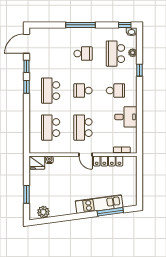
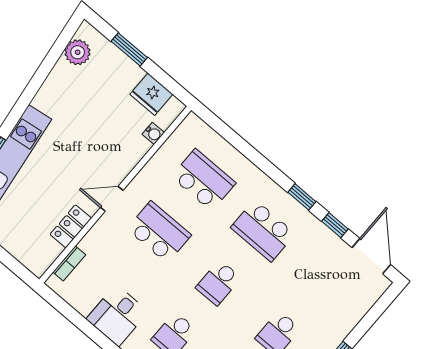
school desk: (51, 91) -> (263, 231), turned 180
school desk: (83, 91) -> (218, 283), turned 180
locker: (108, 161) -> (71, 226), width x0.66
fridge: (37, 163) -> (151, 94), moved, turned -90

